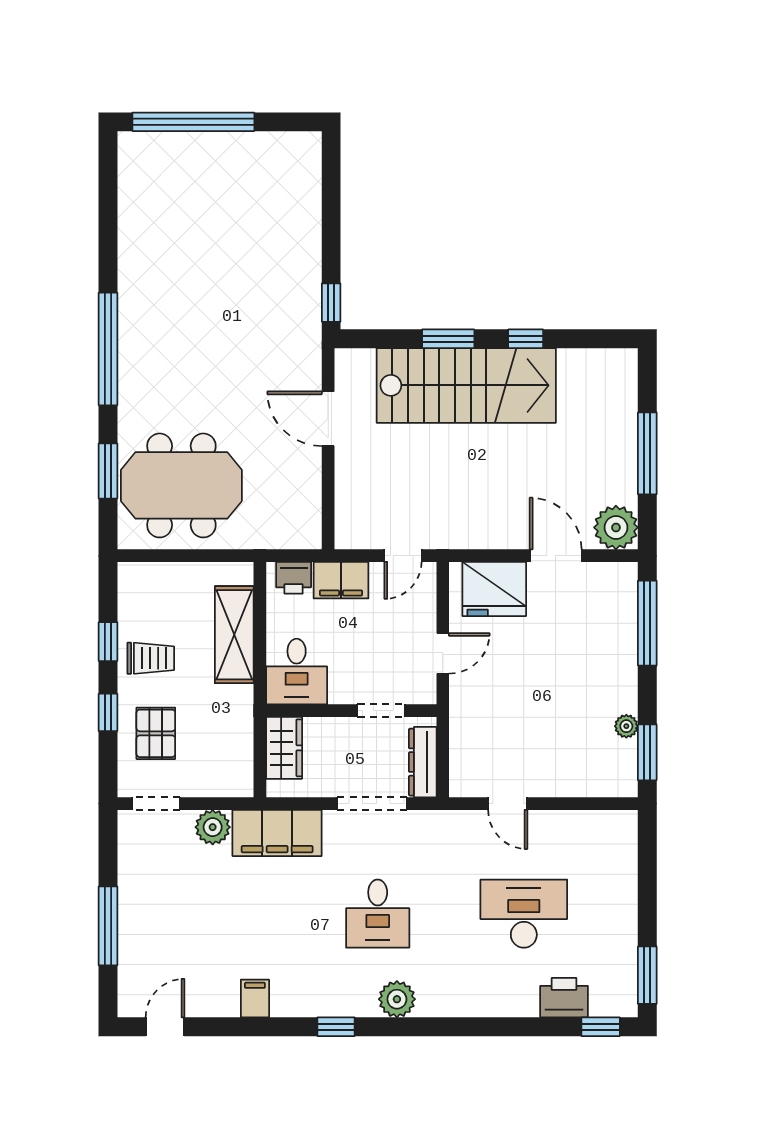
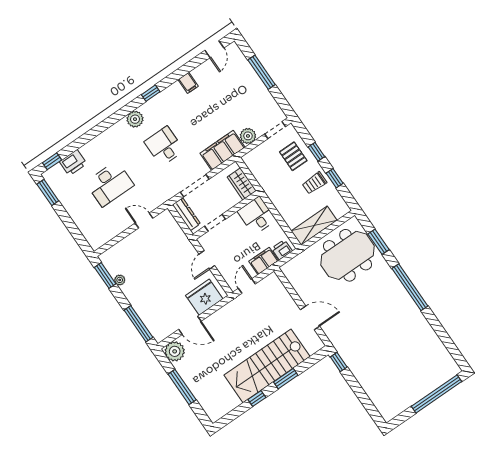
shelving: (234, 635) -> (314, 226), moved, turned 90

